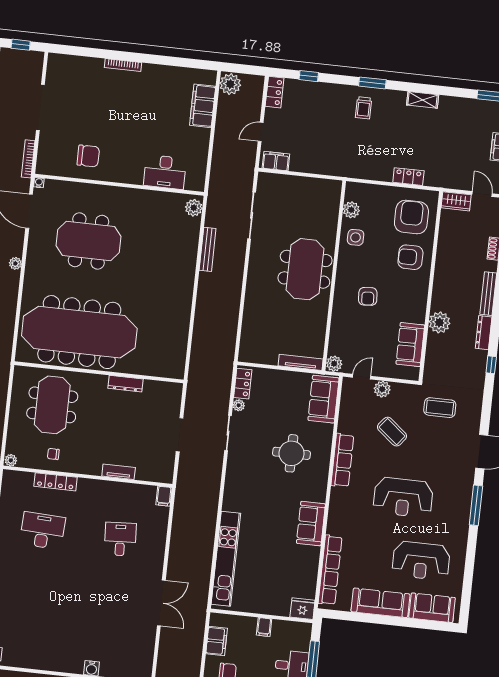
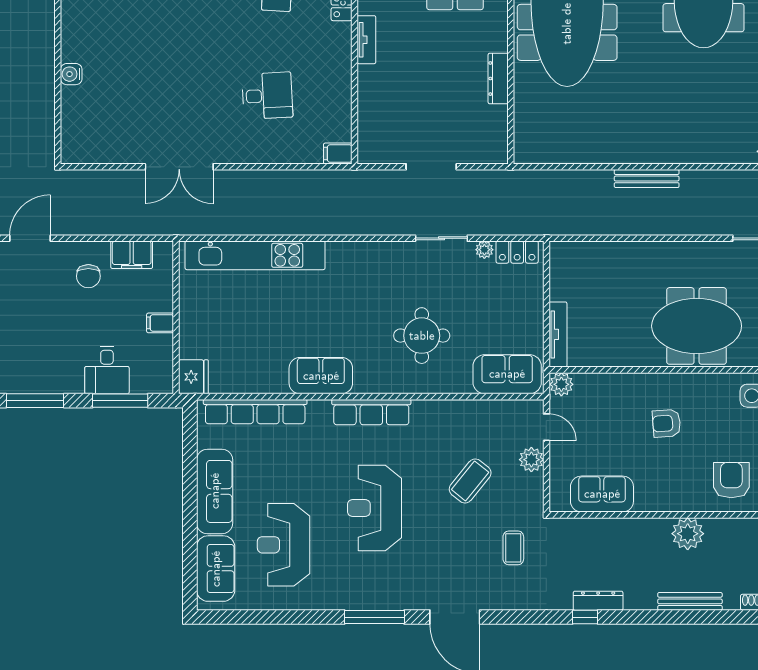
bench: (208, 249) -> (647, 179), moved
plant: (439, 322) -> (688, 534), moved
dresser: (484, 333) -> (598, 601), moved
coffee table: (440, 408) -> (513, 548), width x0.73, depth x0.77
row of seats: (342, 460) -> (371, 412), moved
tv unit: (119, 472) -> (366, 40), moved

